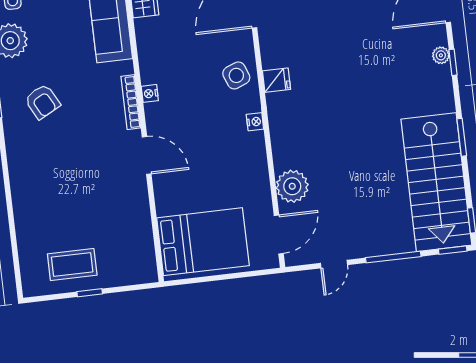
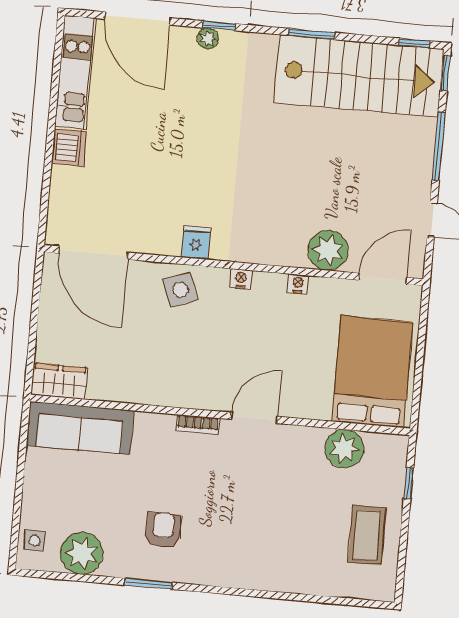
nightstand: (150, 93) -> (298, 284), moved, turned 180
armchair: (42, 102) -> (163, 530), turned -62
bookcase: (131, 102) -> (198, 425), width x0.64
plant: (137, 232) -> (344, 449), added
door: (279, 235) -> (383, 279), hinge flipped
window: (90, 293) -> (409, 483), moved

